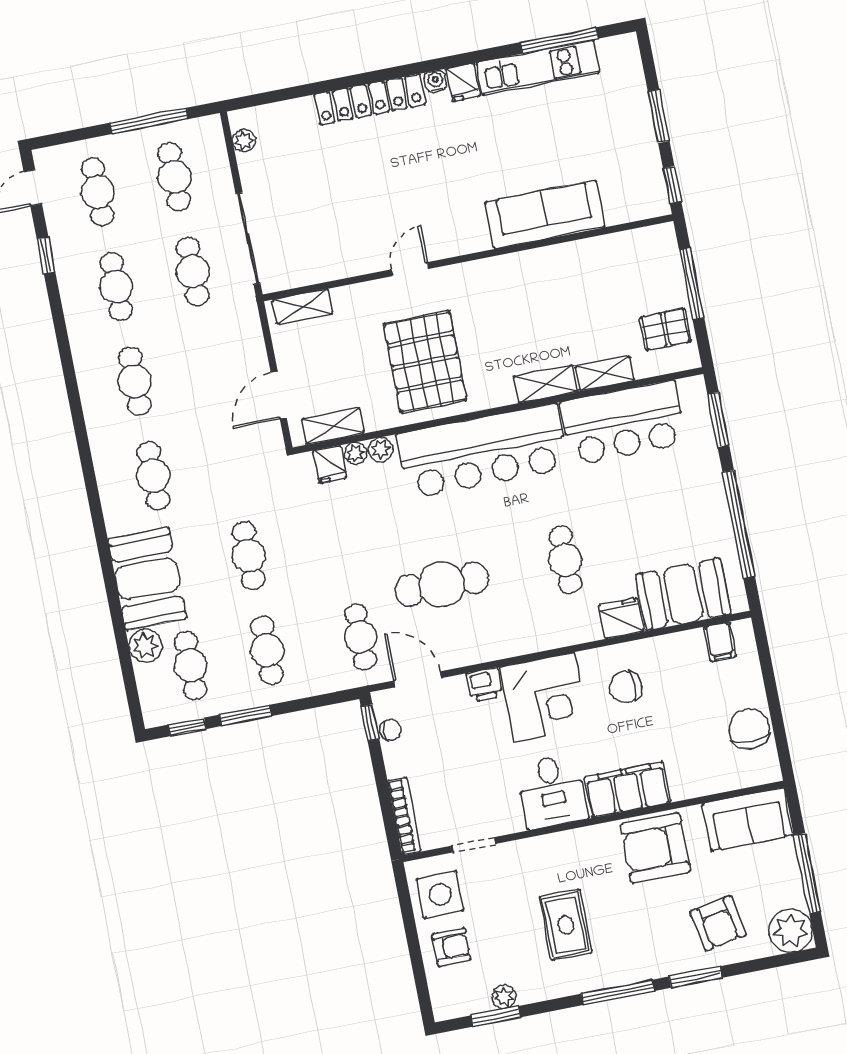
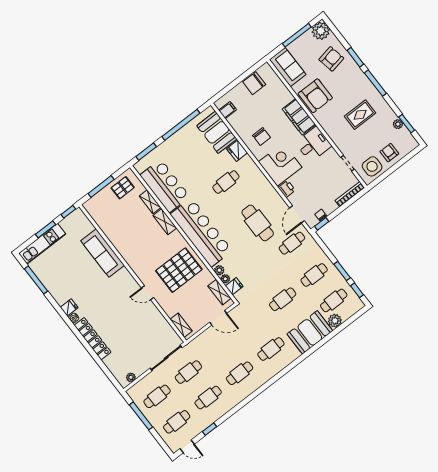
kitchen unit: (538, 68) -> (42, 244), moved, turned 90
pallet: (665, 329) -> (123, 188), turned 90

